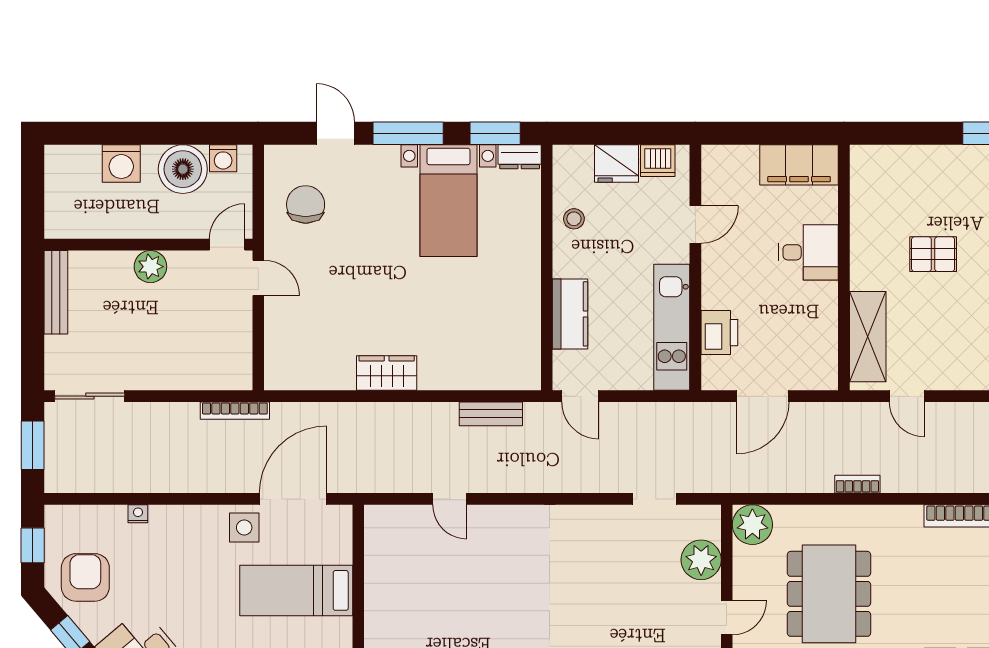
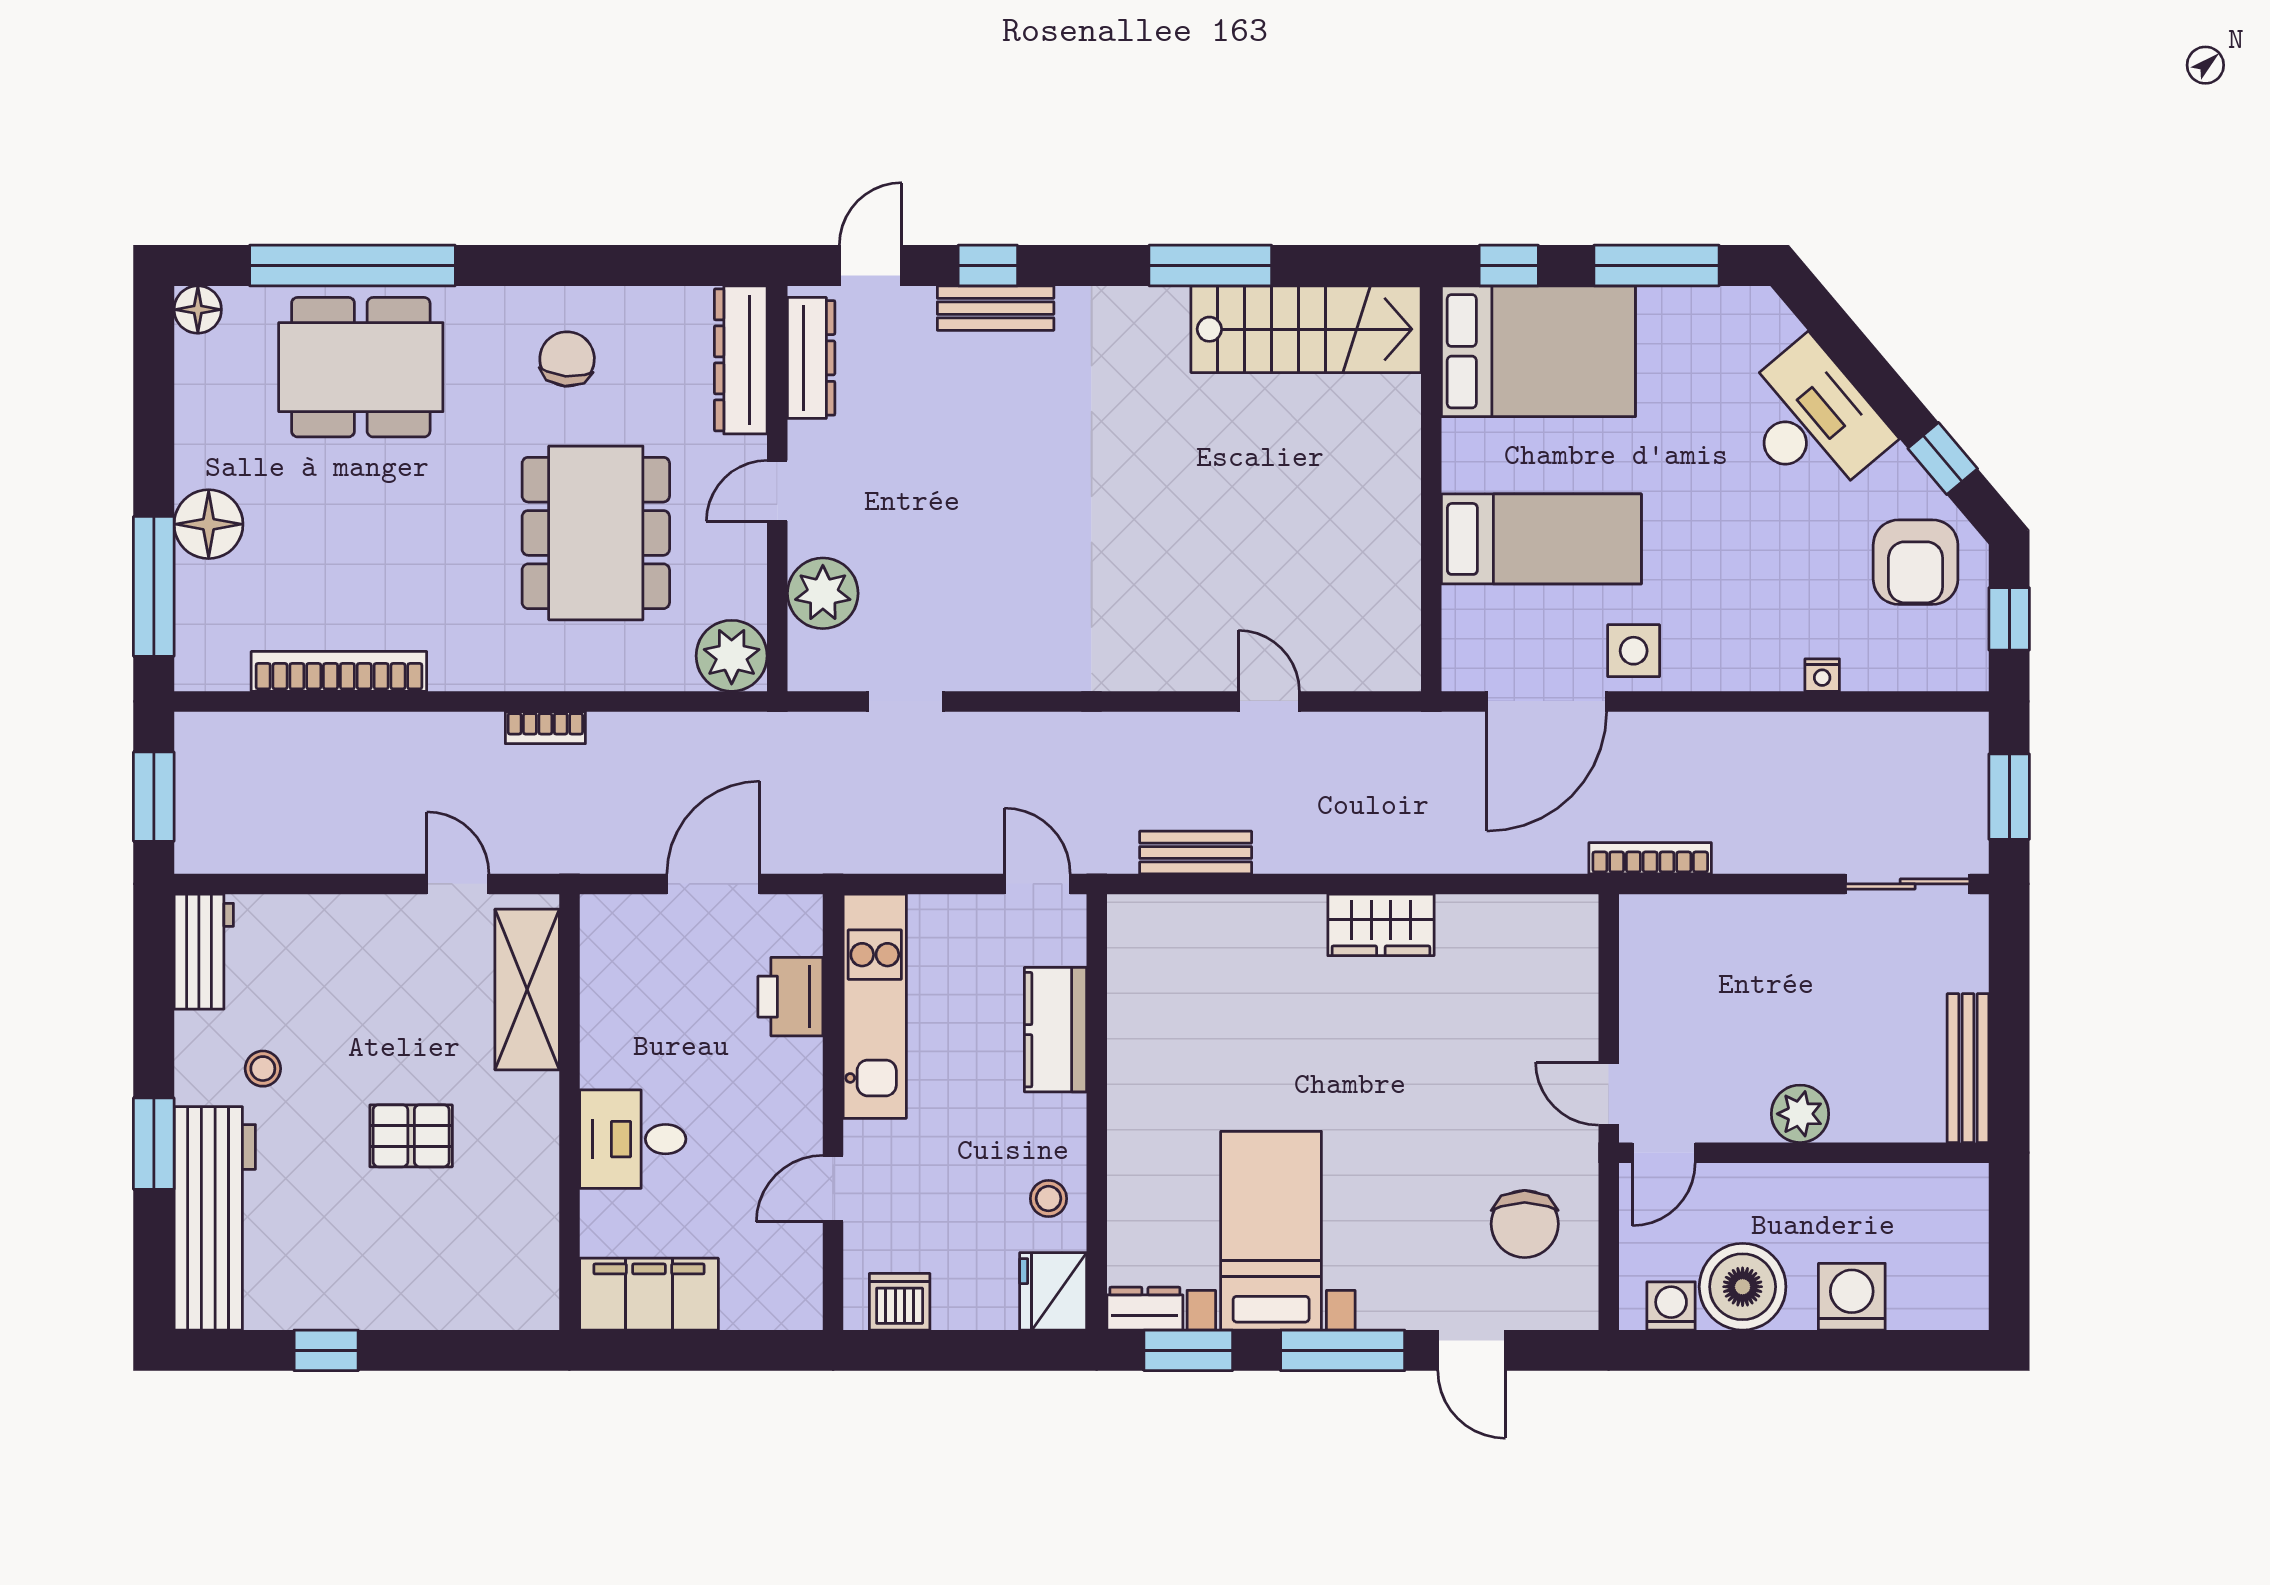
fridge: (617, 164) -> (1053, 1291), moved, turned -90

